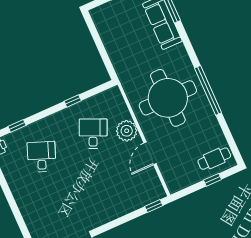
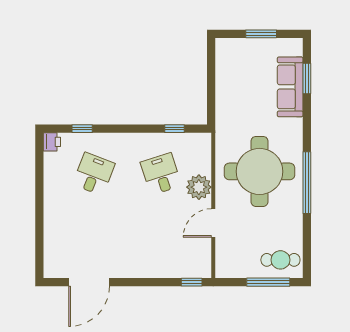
window: (73, 101) -> (174, 129), moved
desk: (93, 134) -> (161, 174), turned -42
window: (212, 180) -> (268, 282), width x2.17

